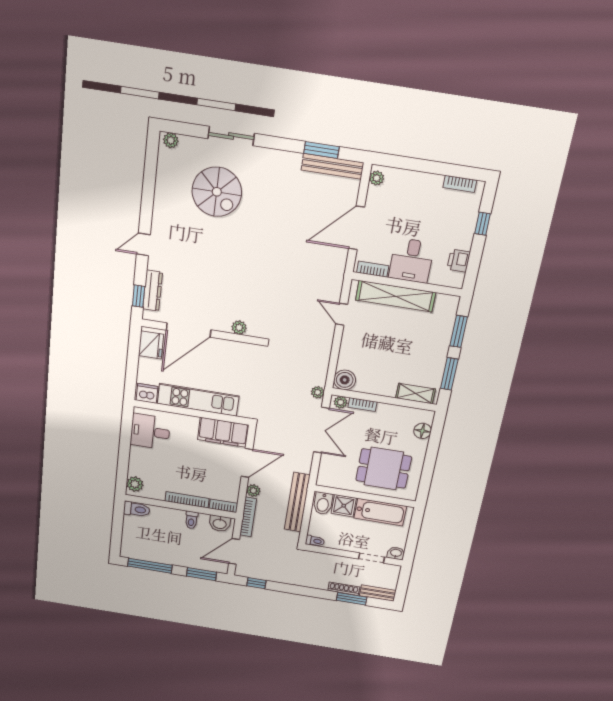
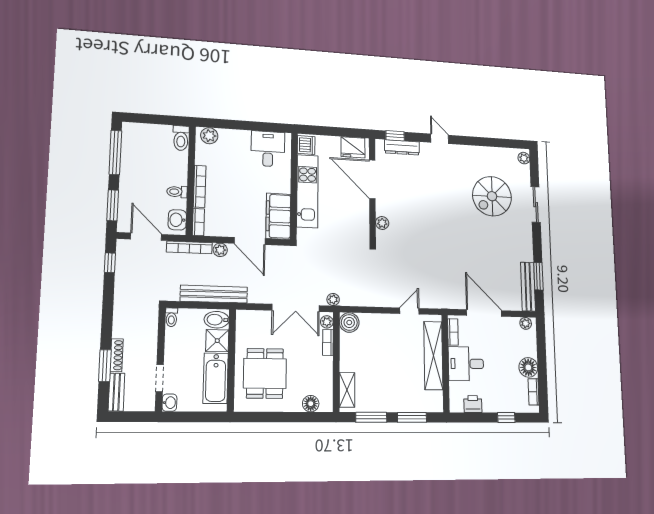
floor lamp: (430, 185) -> (528, 367), added

